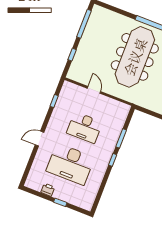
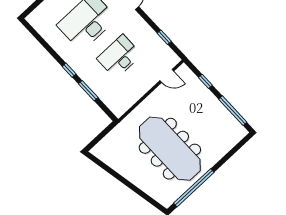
door: (94, 90) -> (167, 76), moved

